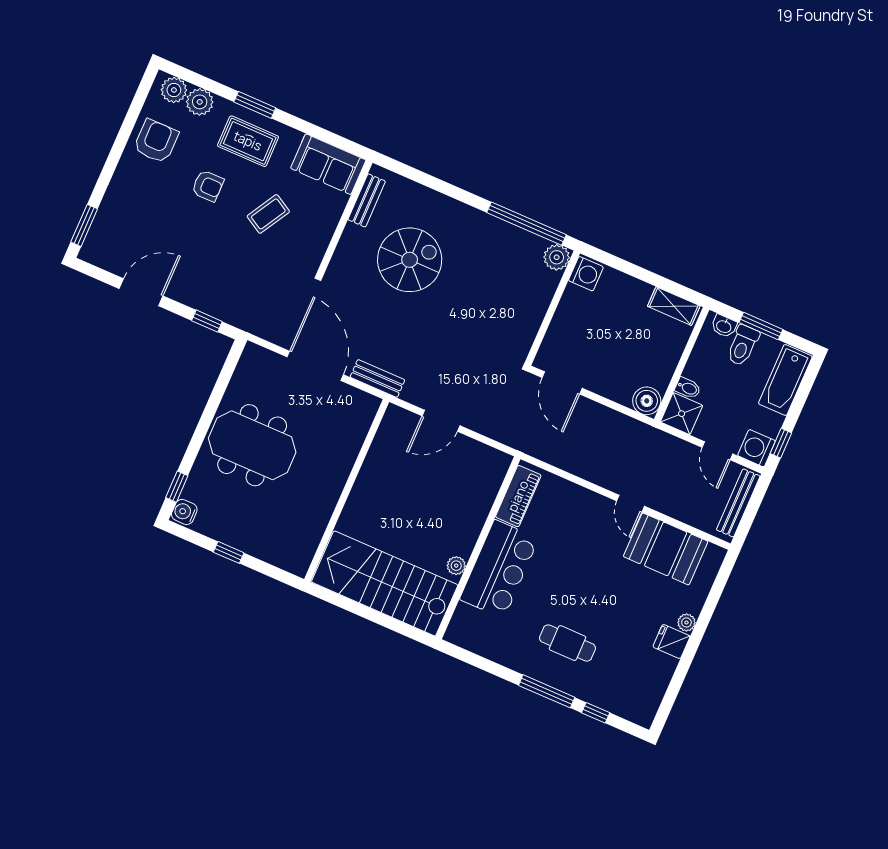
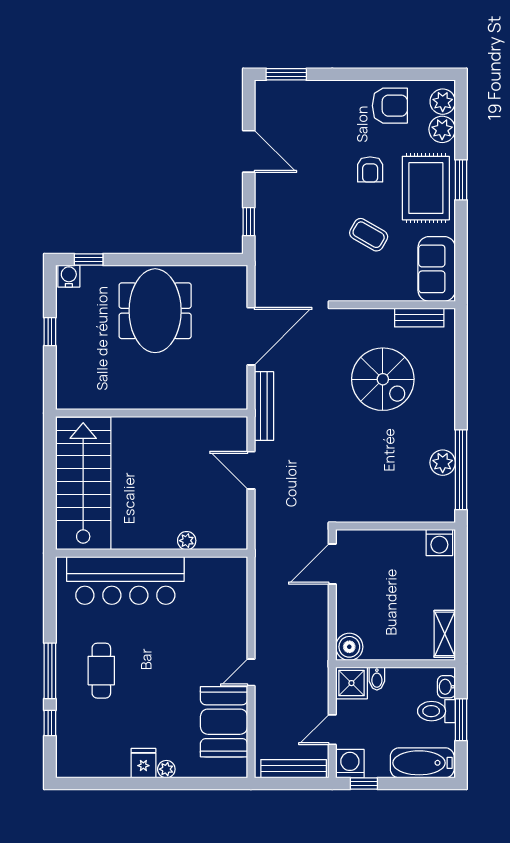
rug: (248, 141) -> (426, 188), width x1.36, depth x1.43
plant: (557, 257) -> (443, 463), moved
bench: (377, 378) -> (264, 406), width x1.36
piano: (518, 496) -> (214, 569), removed
plant: (456, 566) -> (187, 541), moved
bar counter: (499, 569) -> (125, 580), width x1.36

